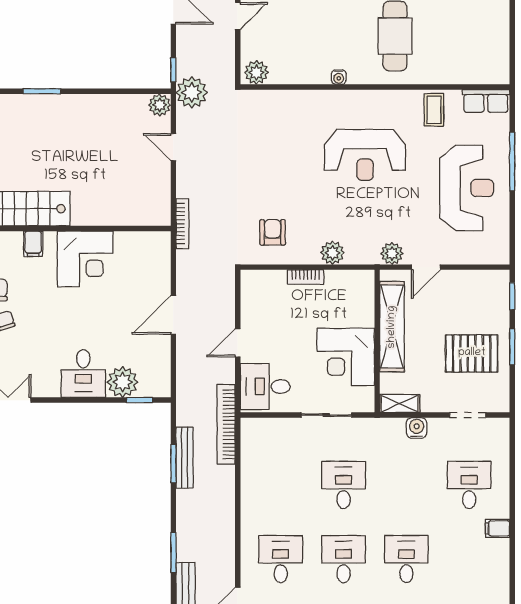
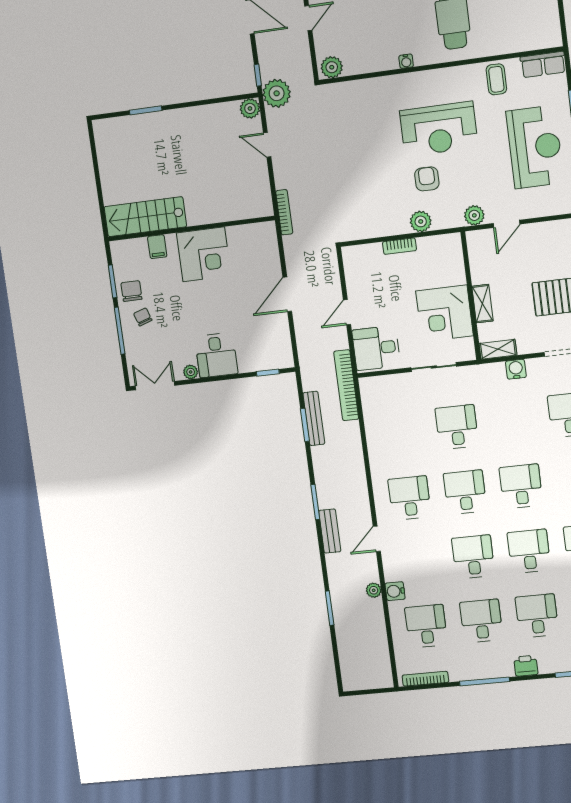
armchair: (273, 232) -> (427, 179), moved
shelving: (392, 327) -> (482, 304), width x0.45, depth x0.75
plant: (123, 382) -> (191, 372), moved, width x0.53, depth x0.53

